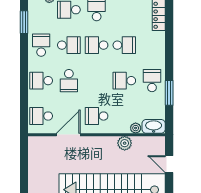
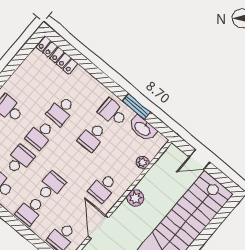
school desk: (124, 45) -> (61, 111), turned 180
school desk: (69, 81) -> (51, 186), turned -90
washbasin: (154, 126) -> (143, 128), moved, turned -90
plant: (125, 143) -> (135, 198), moved

